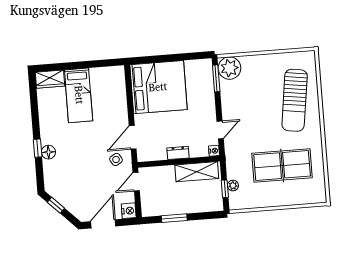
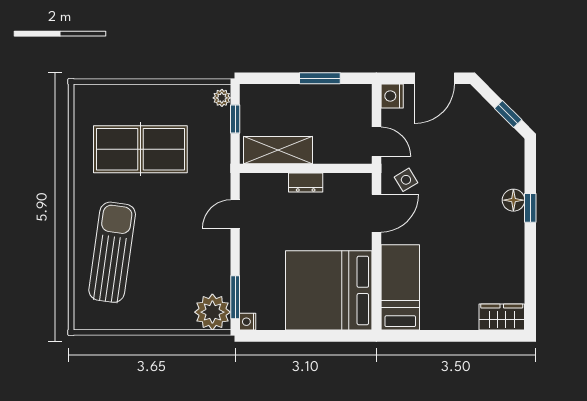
bed: (79, 95) -> (400, 287), moved
nightstand: (214, 151) -> (248, 322), moved
door: (136, 182) -> (376, 142), hinge flipped
plant: (233, 186) -> (222, 98), moved

